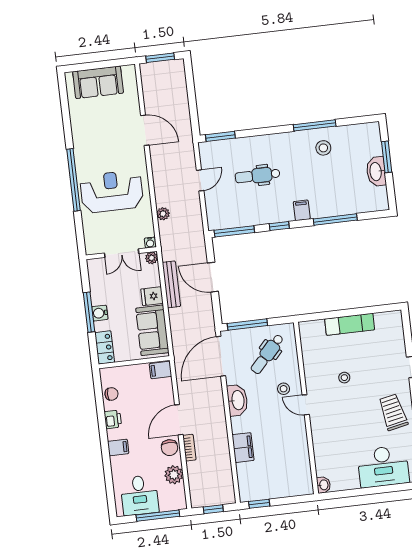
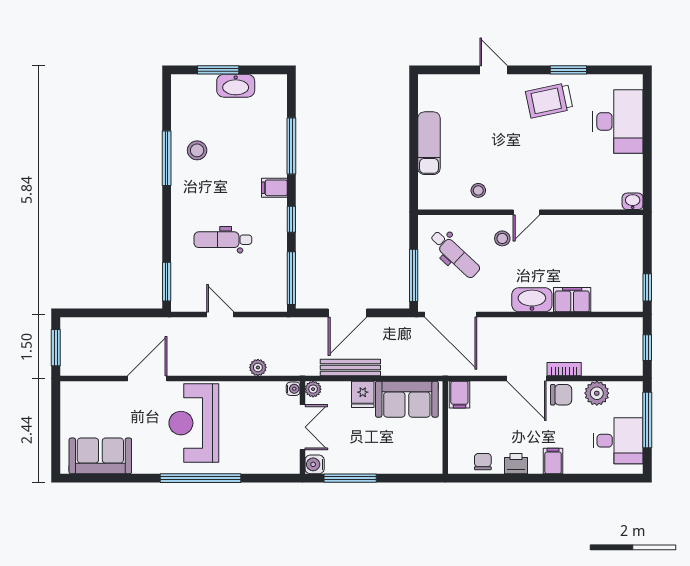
sofa: (98, 82) -> (100, 456), moved, turned -90
dental chair: (257, 176) -> (223, 240), turned 90
reception desk: (112, 192) -> (194, 423), moved
window: (89, 312) -> (350, 478), moved
water cooler: (100, 313) -> (315, 464), moved, turned 90
locker: (105, 347) -> (422, 463), removed
stool: (344, 378) -> (478, 190), moved
washbasin: (237, 400) -> (532, 300), moved

